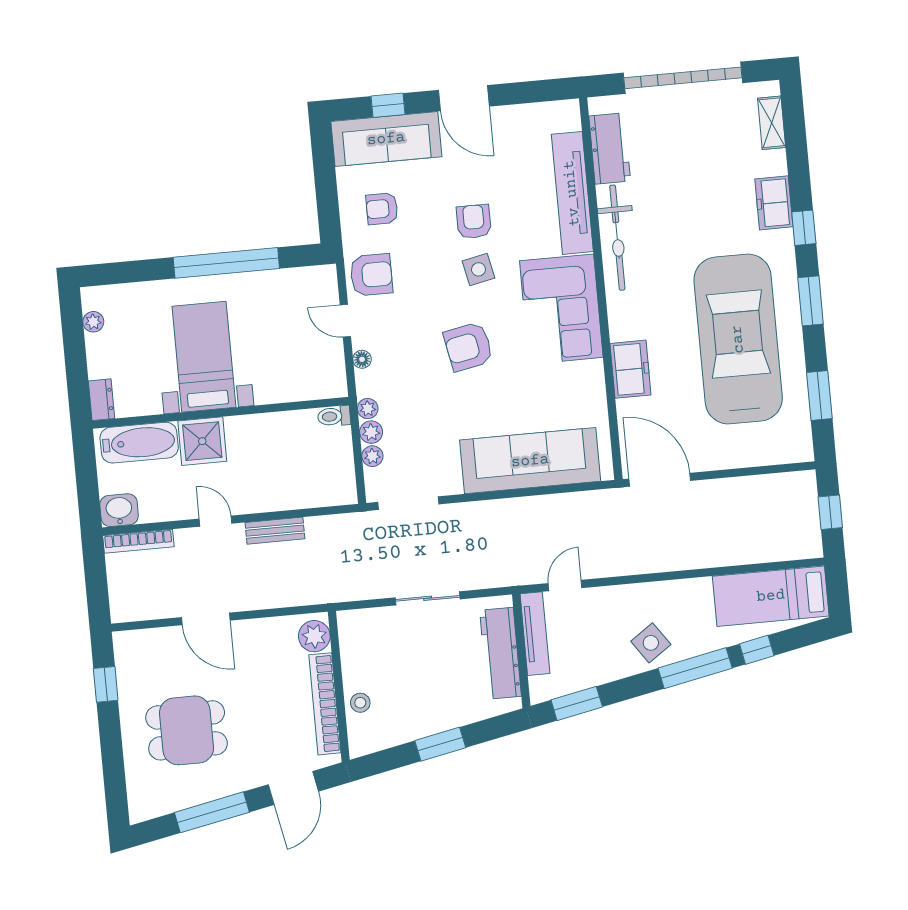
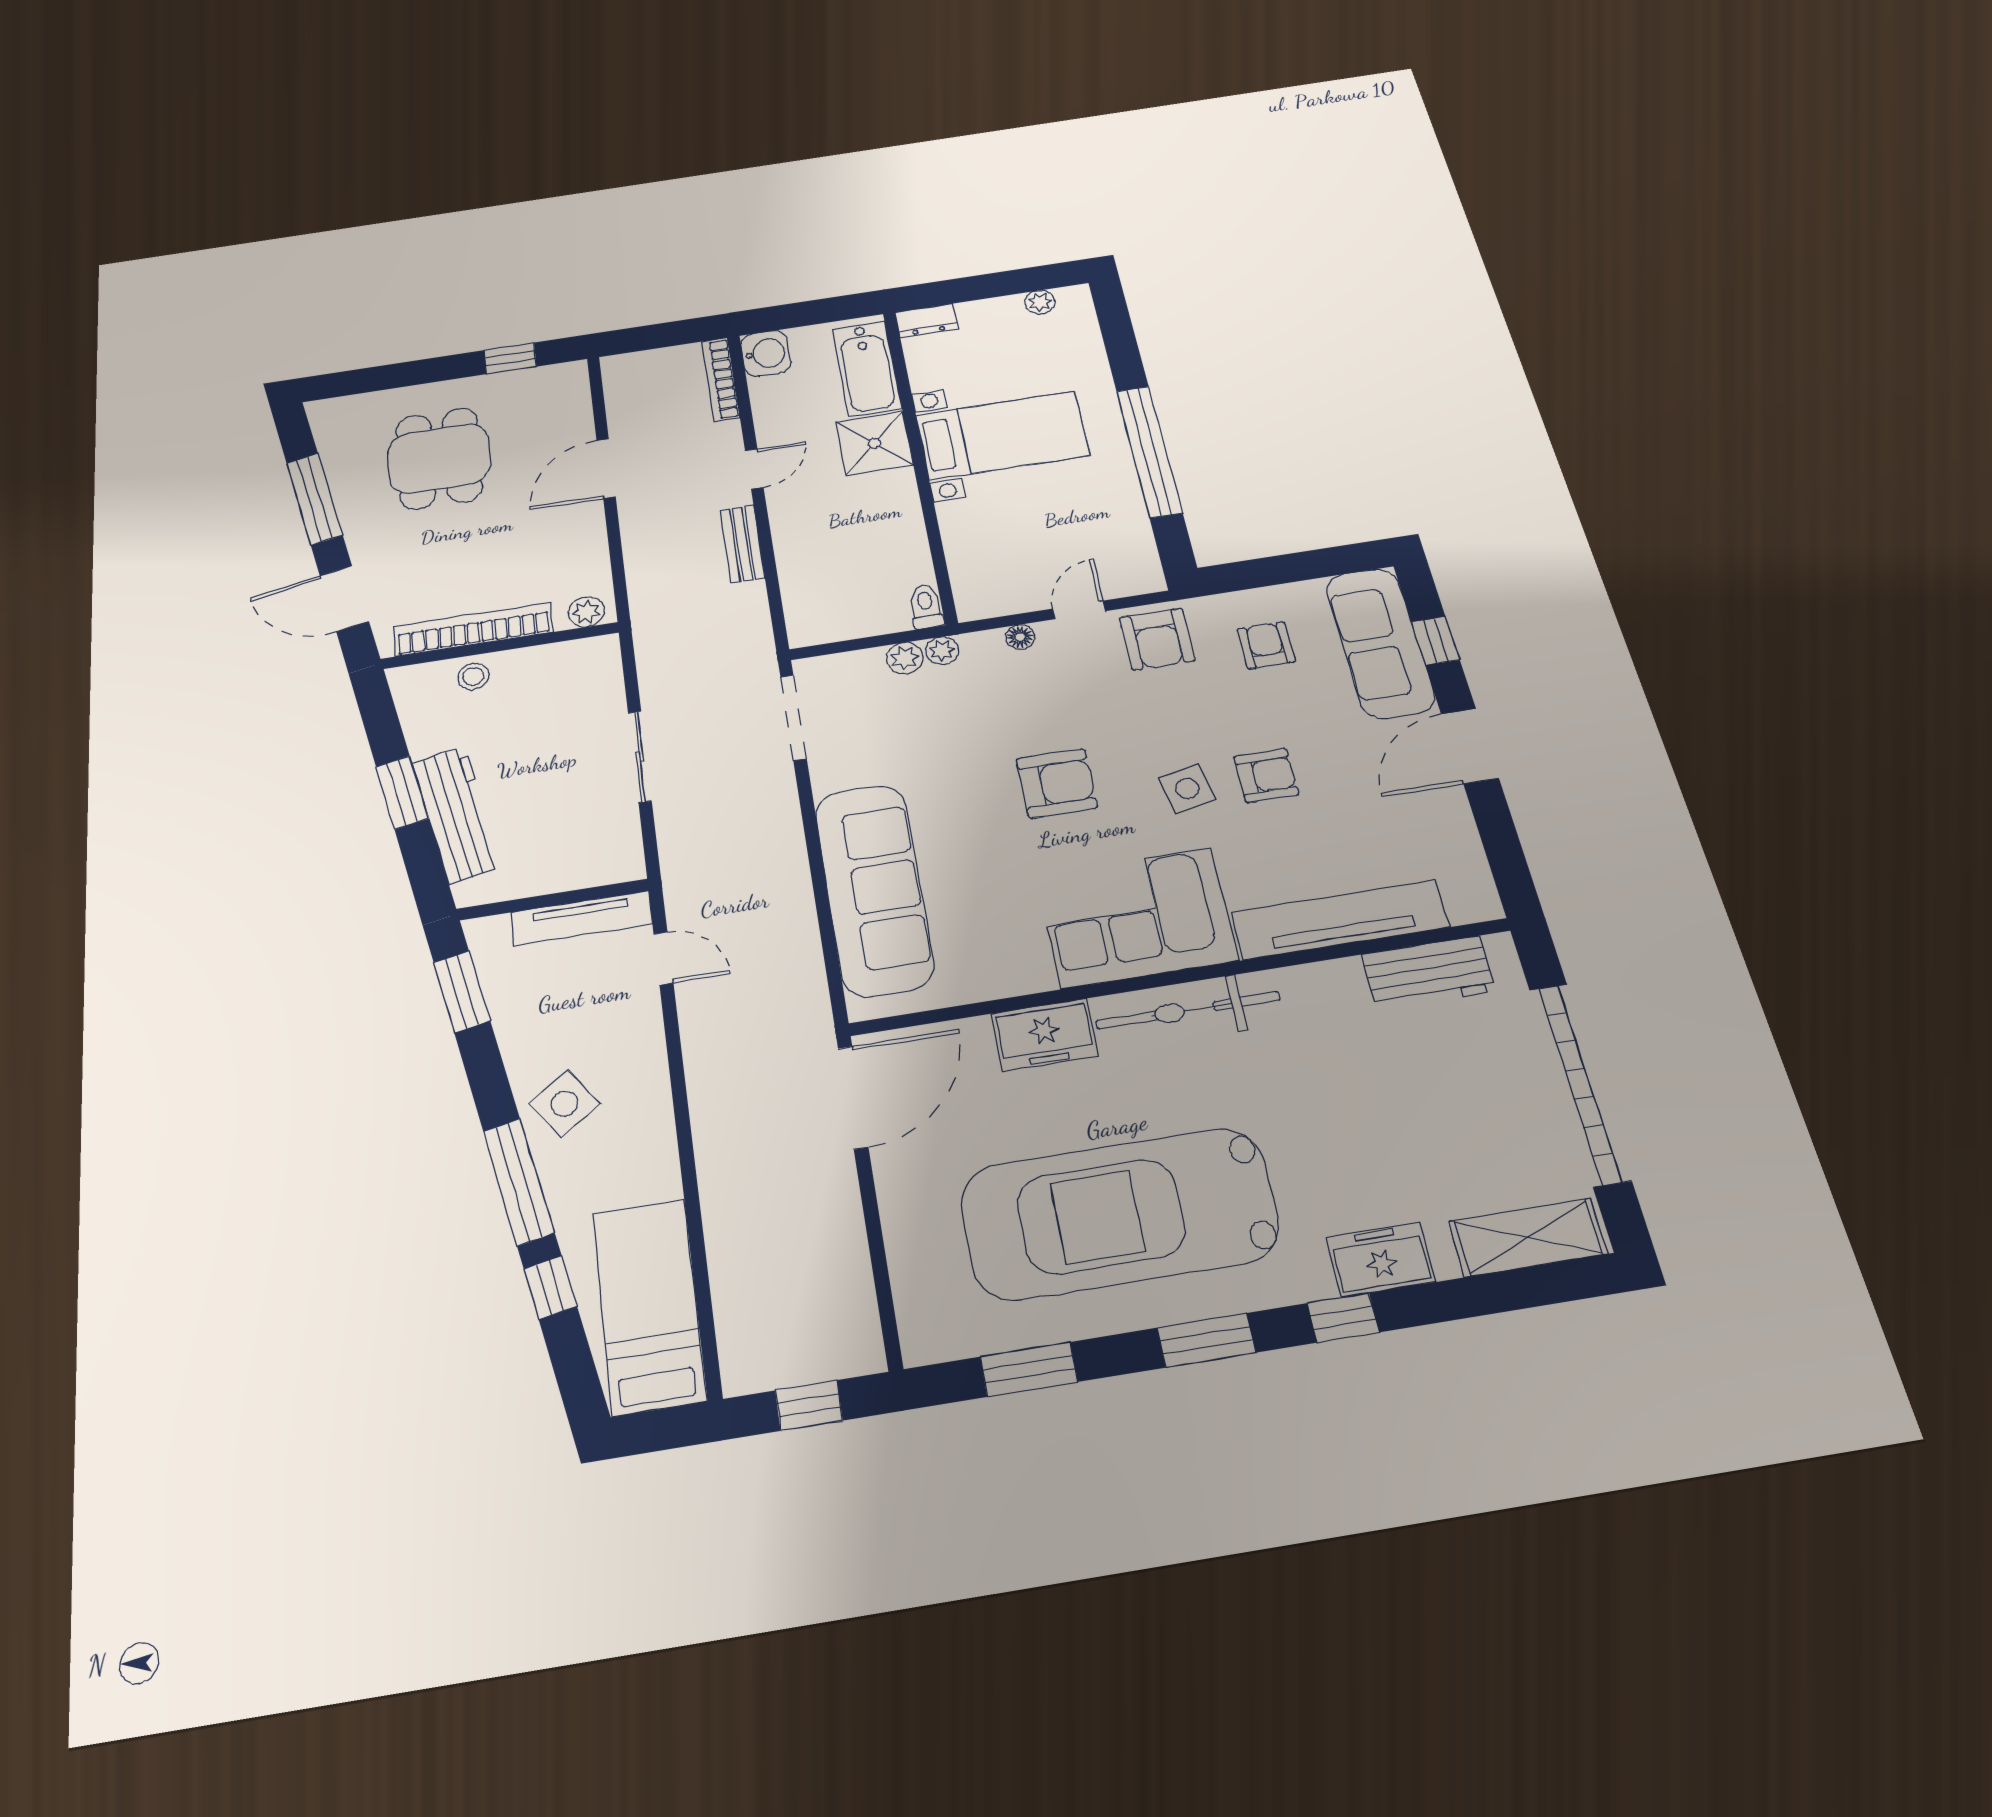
shelving: (772, 123) -> (1528, 1238), width x1.50, depth x1.33
bicycle: (617, 238) -> (1188, 1010), moved
car: (738, 339) -> (1119, 1214), turned 180
armchair: (468, 347) -> (1057, 783), turned 101
plant: (372, 456) -> (866, 663), removed
plant: (314, 636) -> (586, 612), width x0.73, depth x0.73
workbench: (501, 653) -> (457, 814), moved, turned 79

